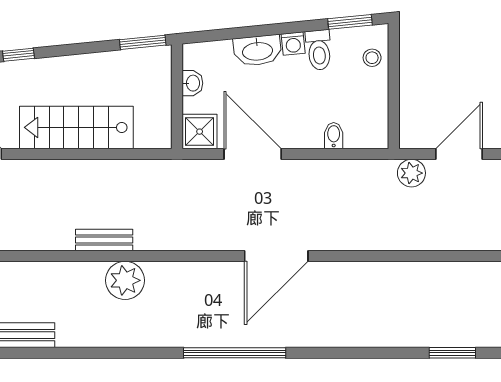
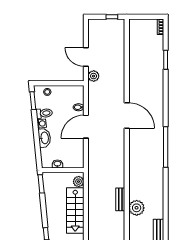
shower: (200, 132) -> (77, 161), removed
plant: (148, 136) -> (79, 182), added
door: (253, 154) -> (86, 127), moved
door: (276, 256) -> (127, 116), moved
plant: (125, 280) -> (137, 208), moved

